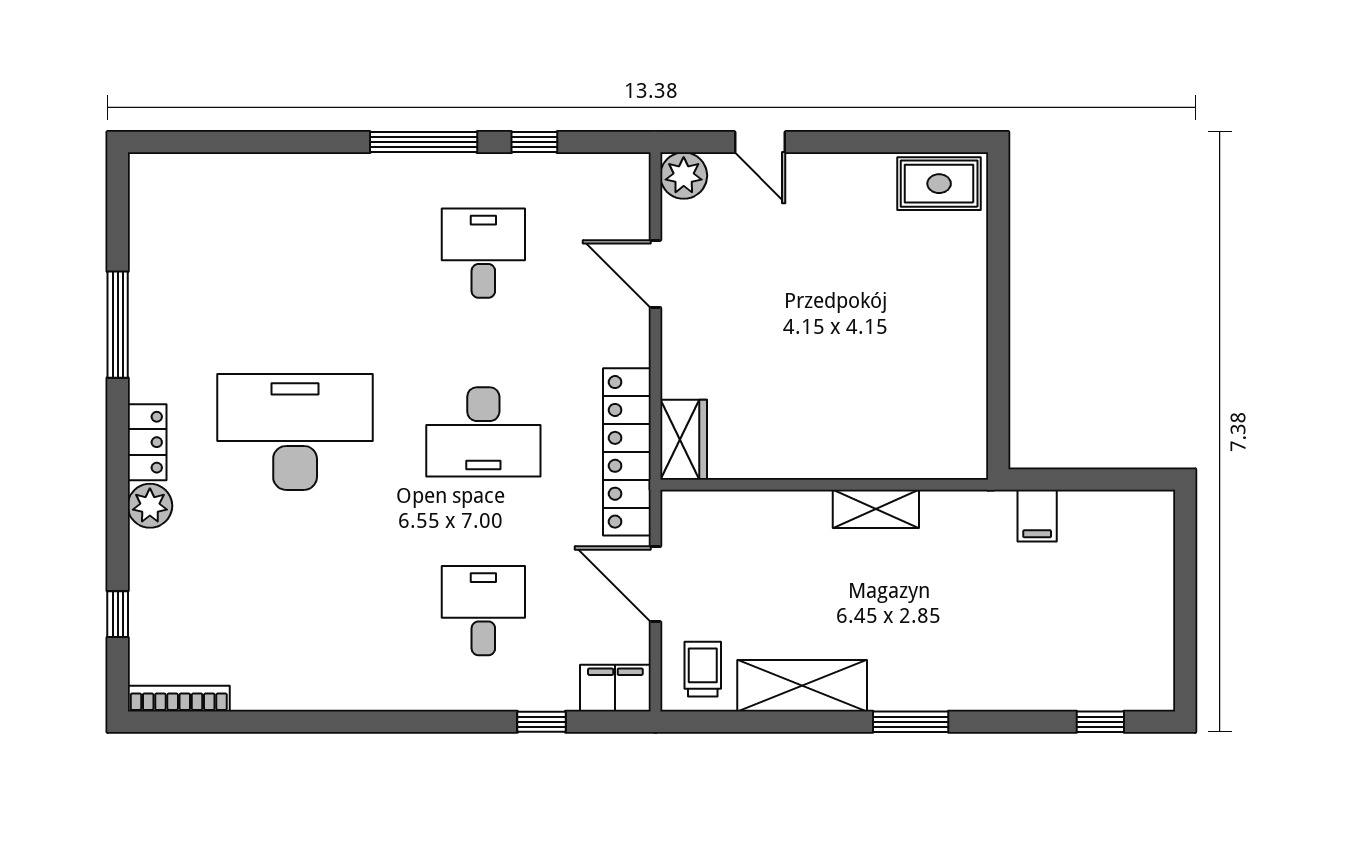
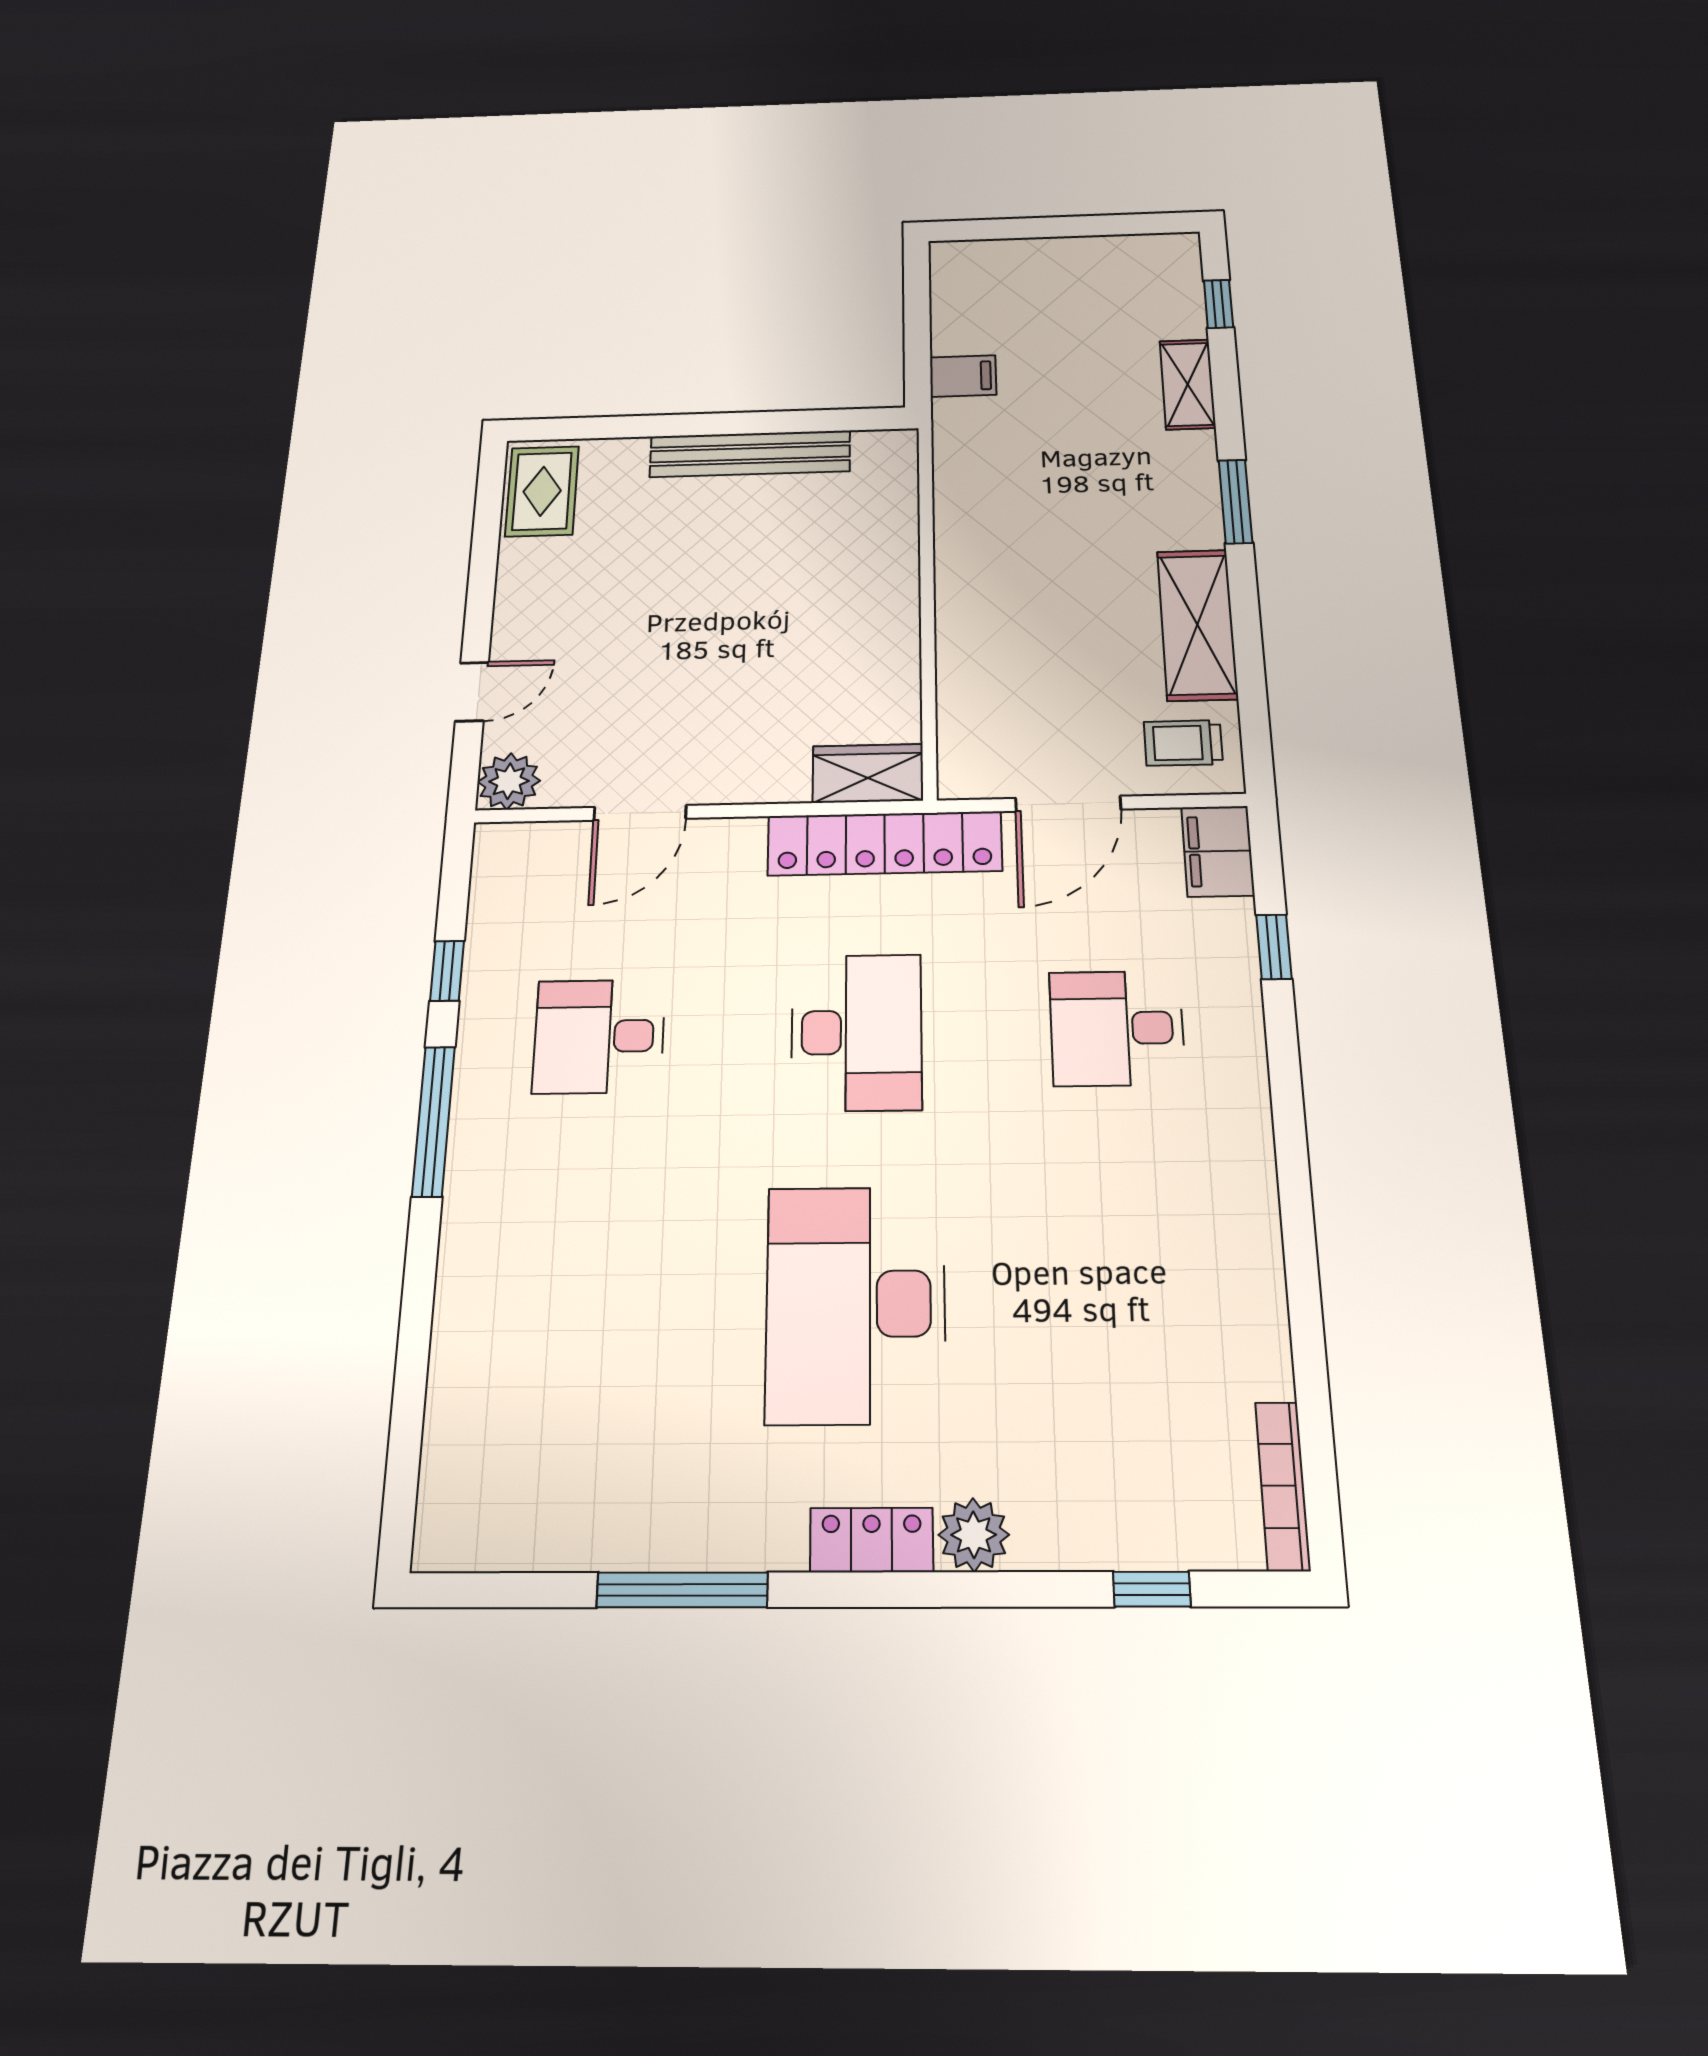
bench: (968, 347) -> (750, 454), added
shelving: (876, 509) -> (1188, 384), moved

